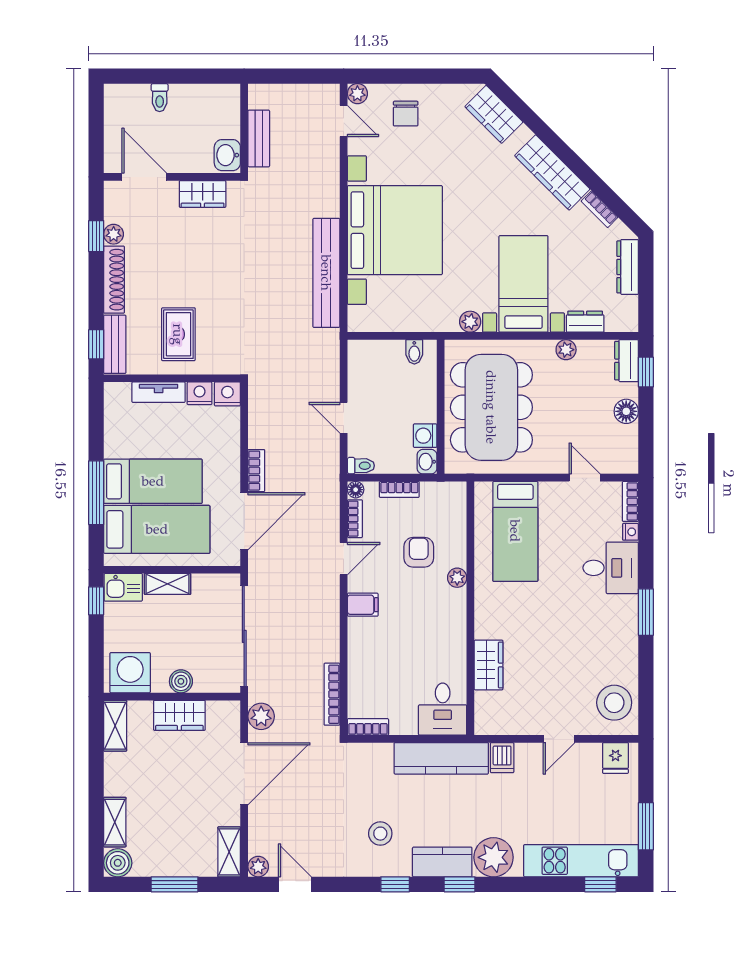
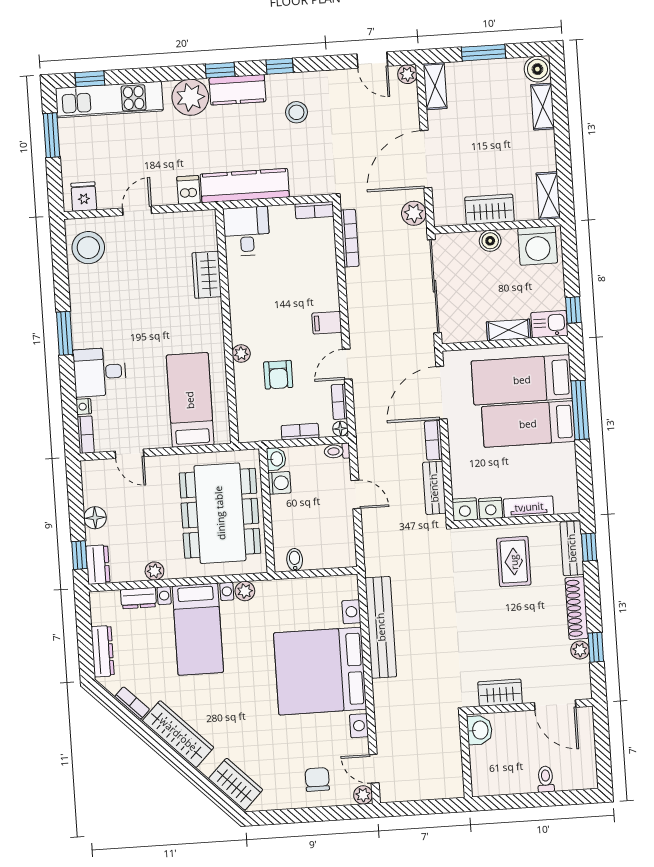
bench: (259, 138) -> (434, 488), moved

